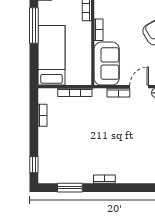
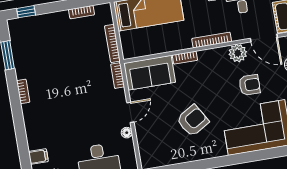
door: (139, 87) -> (130, 112), hinge flipped
bookcase: (118, 93) -> (118, 76), moved

